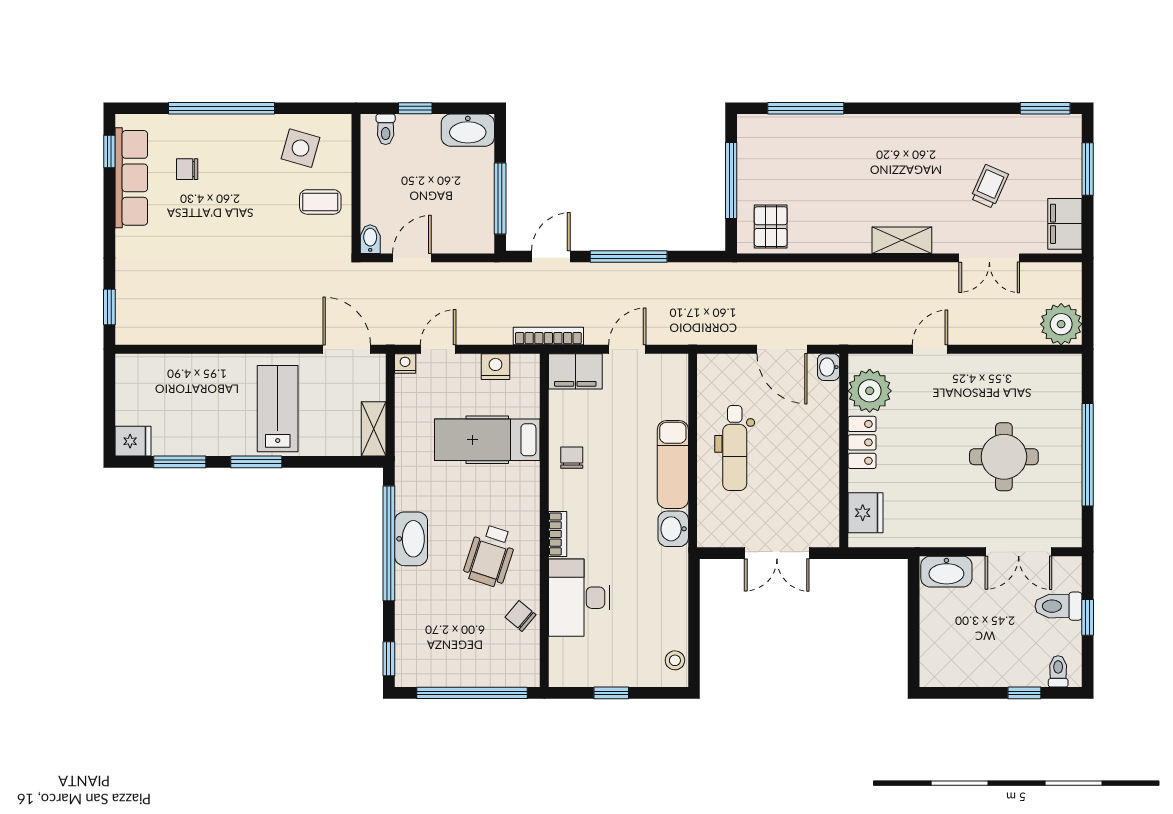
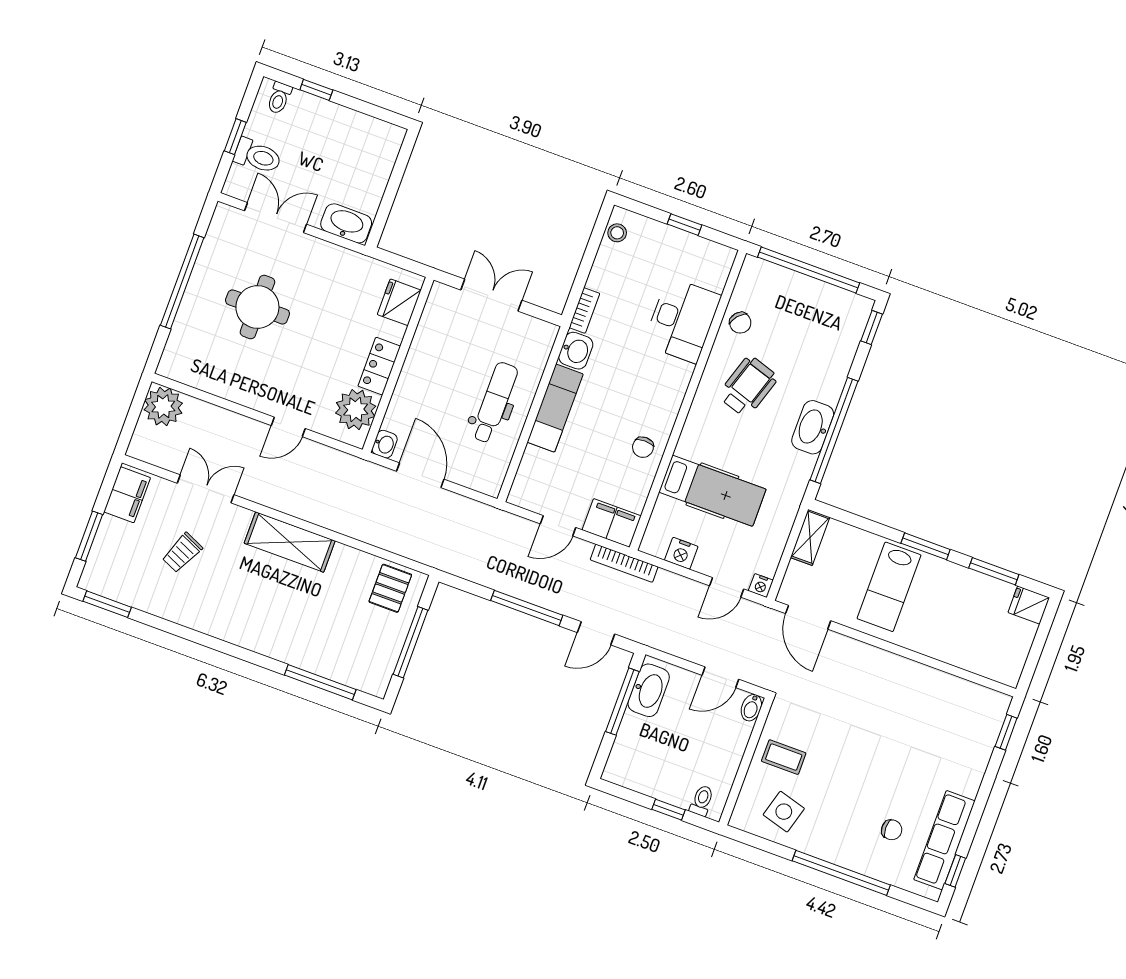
washbasin: (468, 130) -> (649, 690), moved, turned 90
shelving: (902, 240) -> (290, 542), width x1.50, depth x1.33
bookcase: (558, 534) -> (584, 310), moved, turned 180

